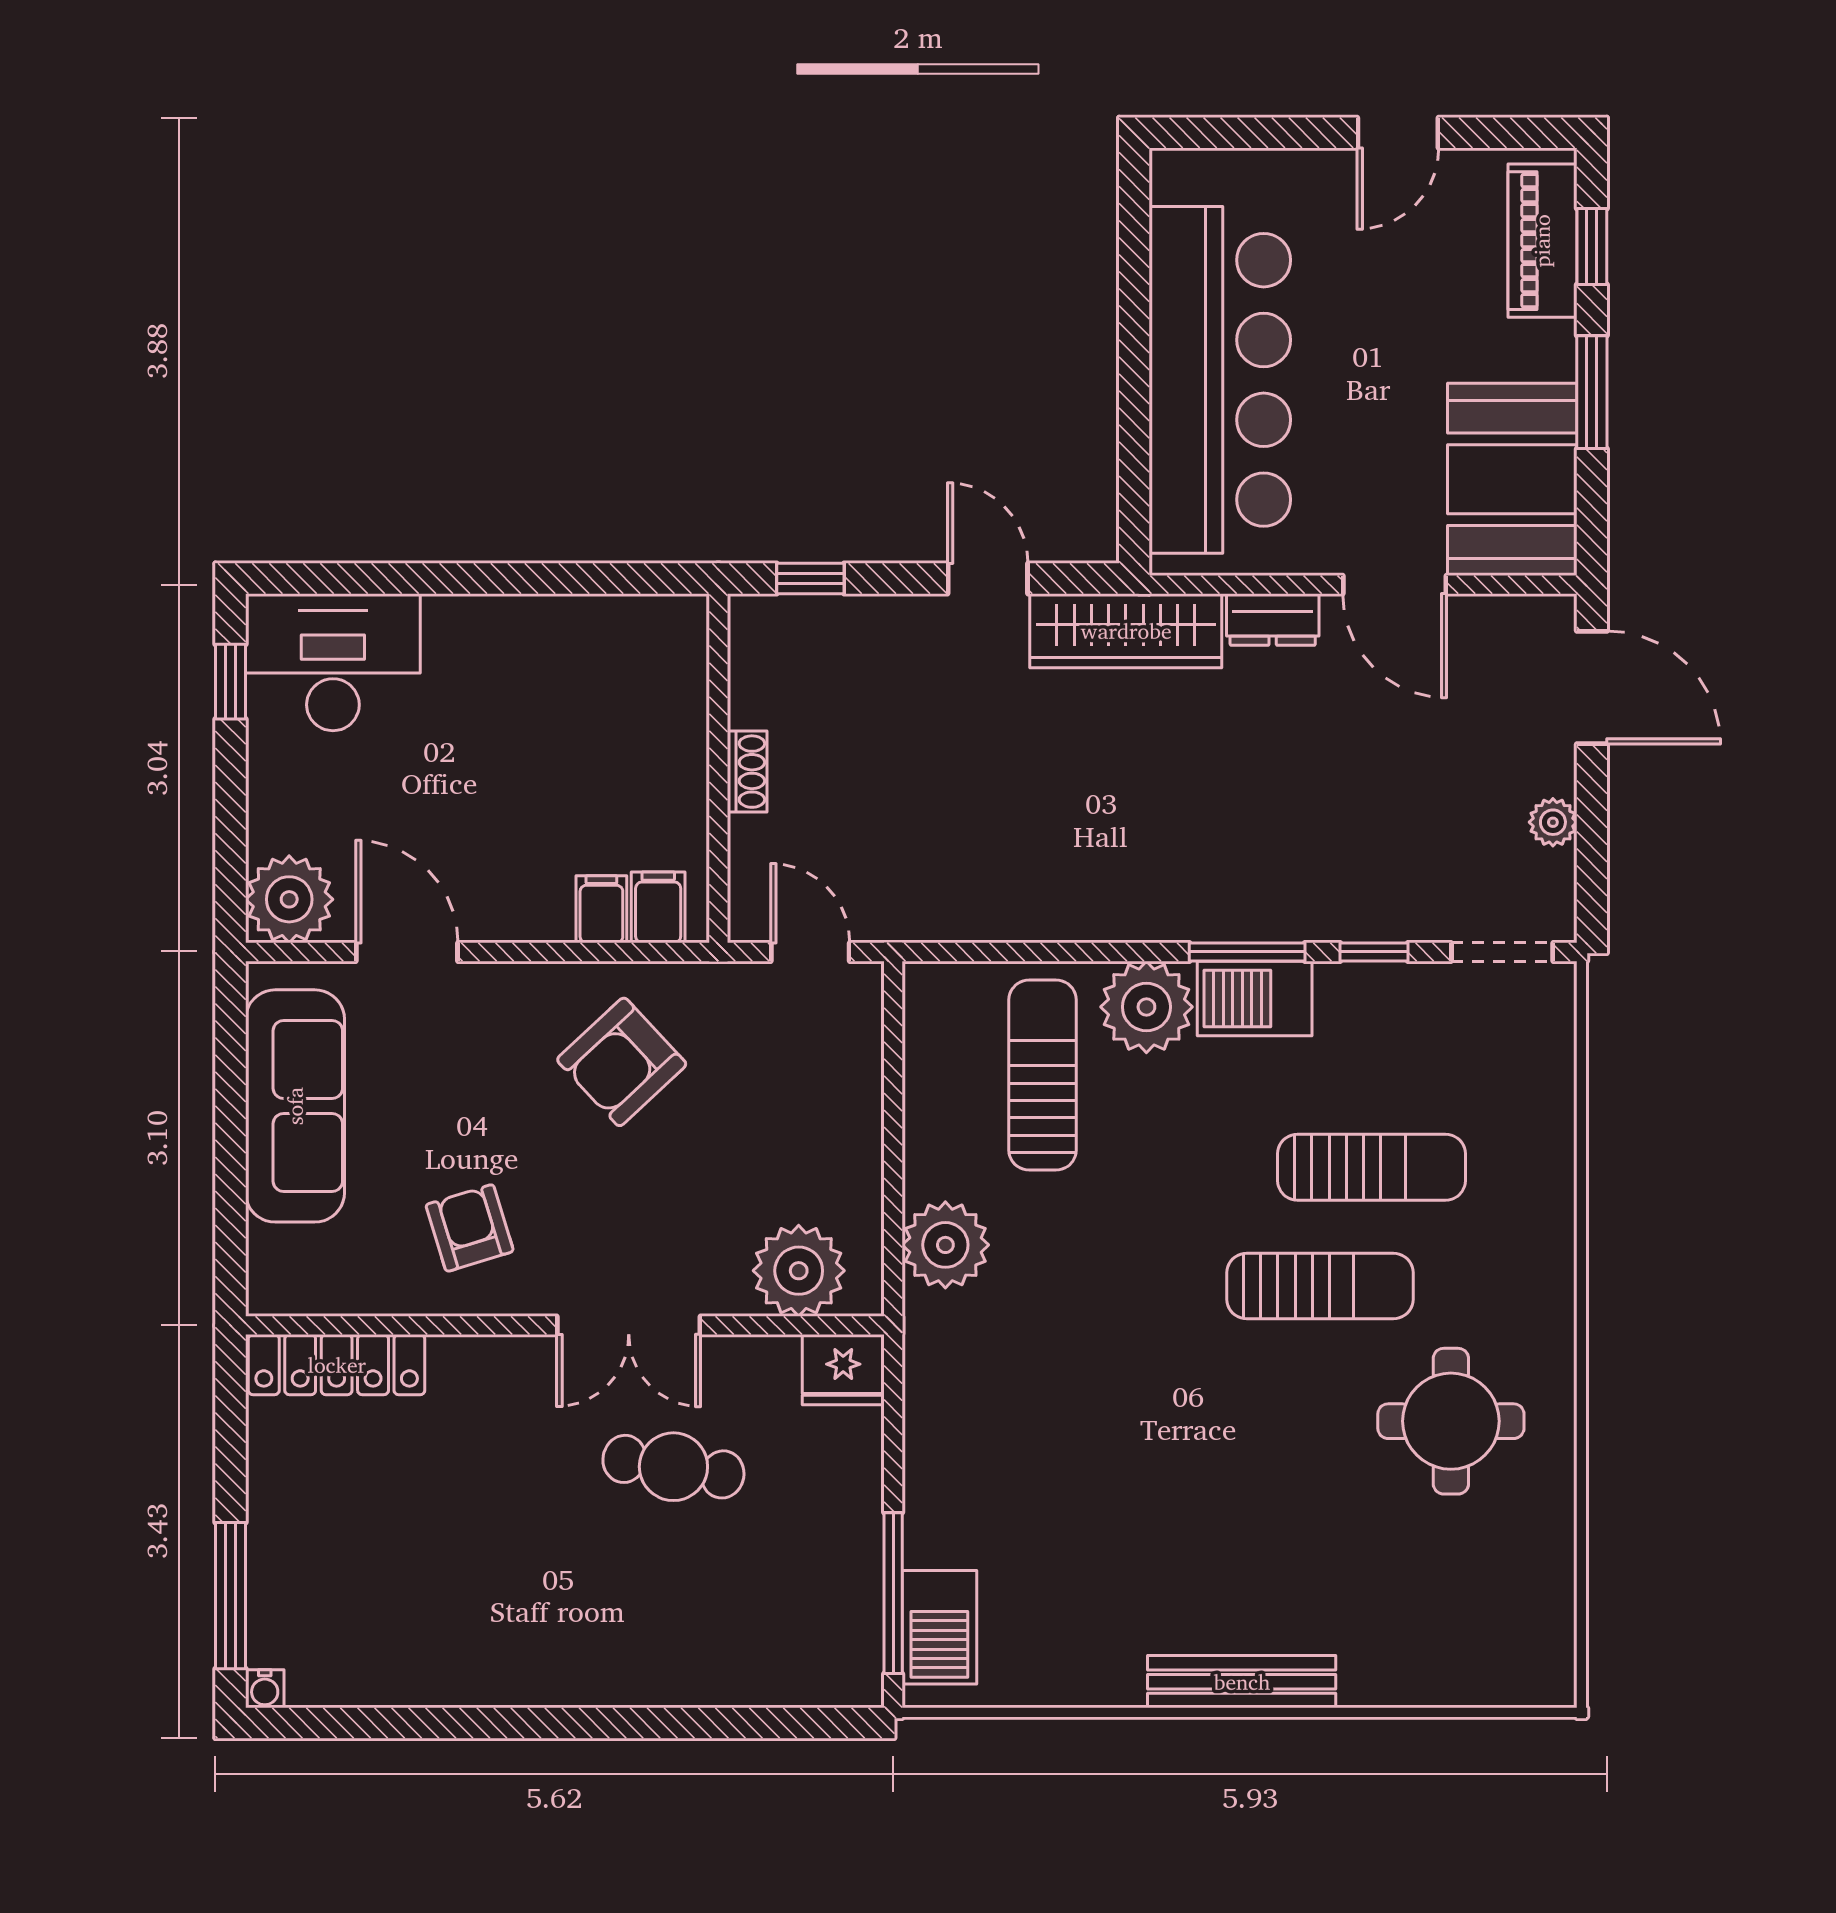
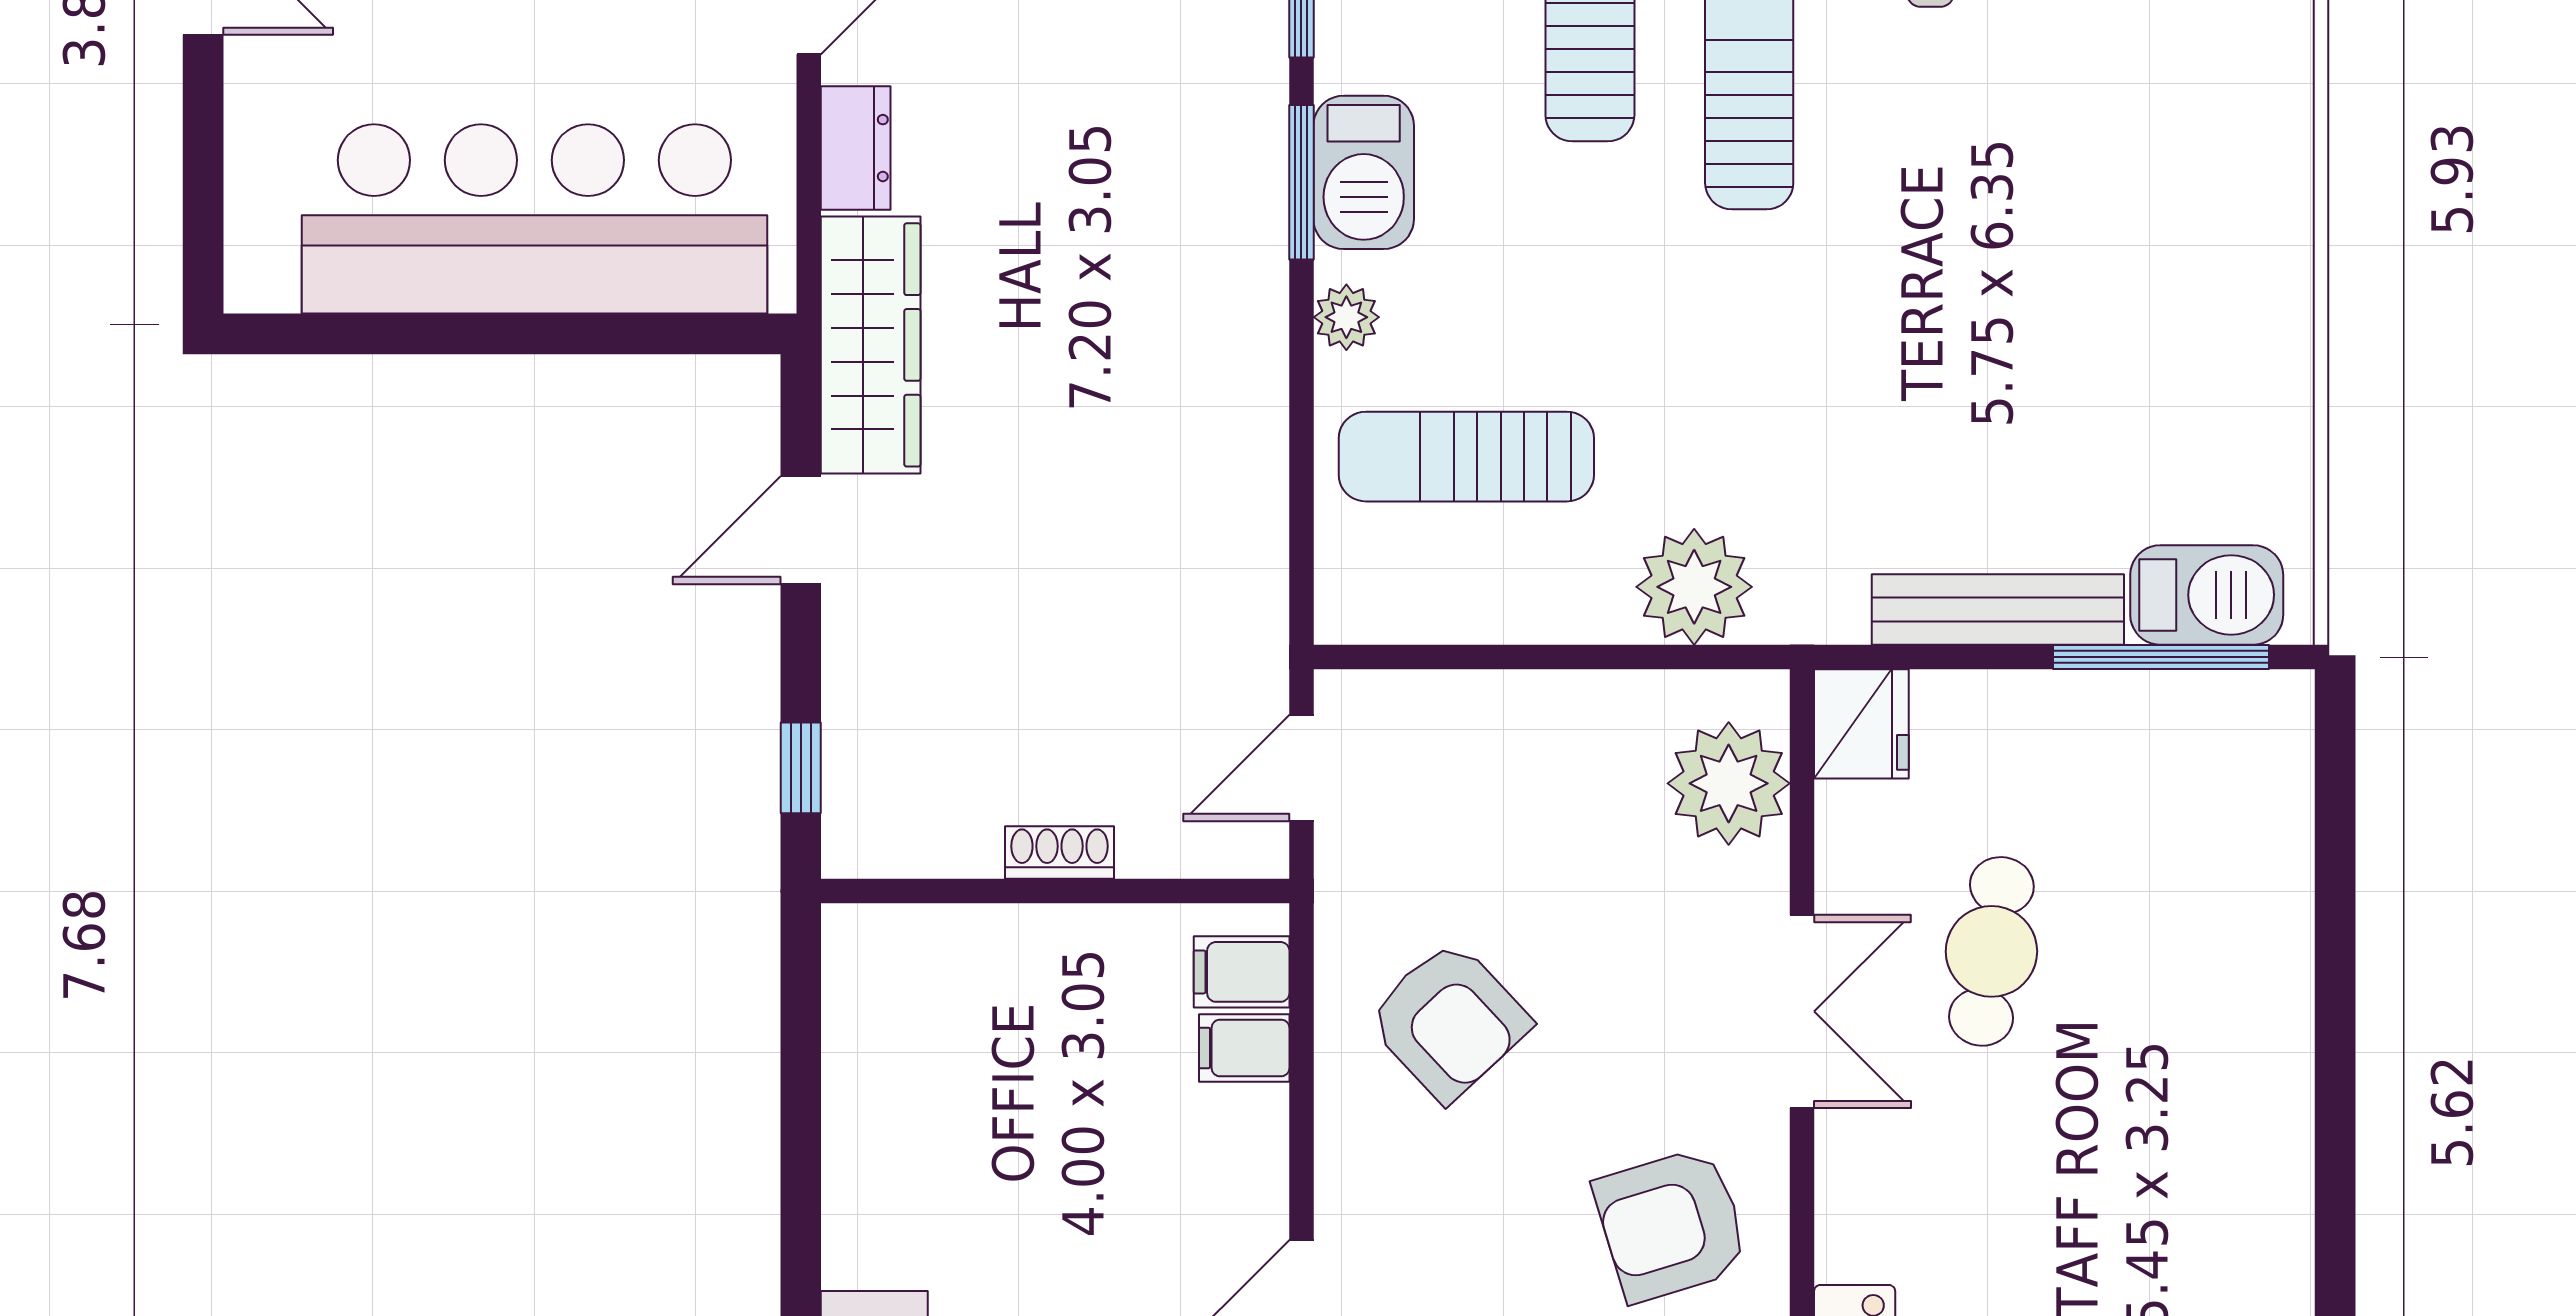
plant: (1146, 1007) -> (1346, 317), width x0.53, depth x0.53
armchair: (470, 1228) -> (1671, 1225), width x1.38, depth x1.38
bench: (1242, 1682) -> (1998, 610), moved, turned 90

